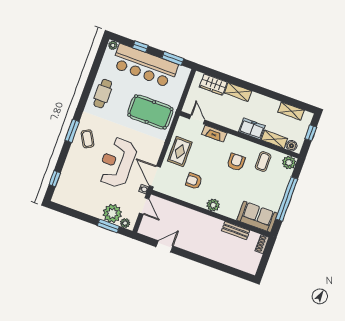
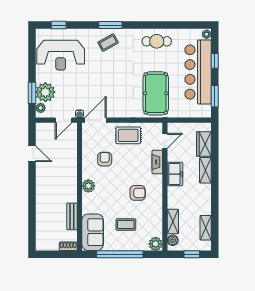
freezer: (252, 129) -> (175, 174), moved
reception desk: (117, 162) -> (61, 55), moved, turned 180
coffee table: (263, 162) -> (126, 225), moved

